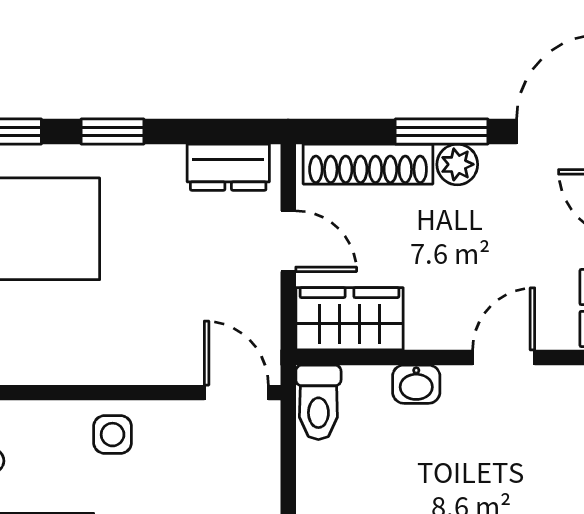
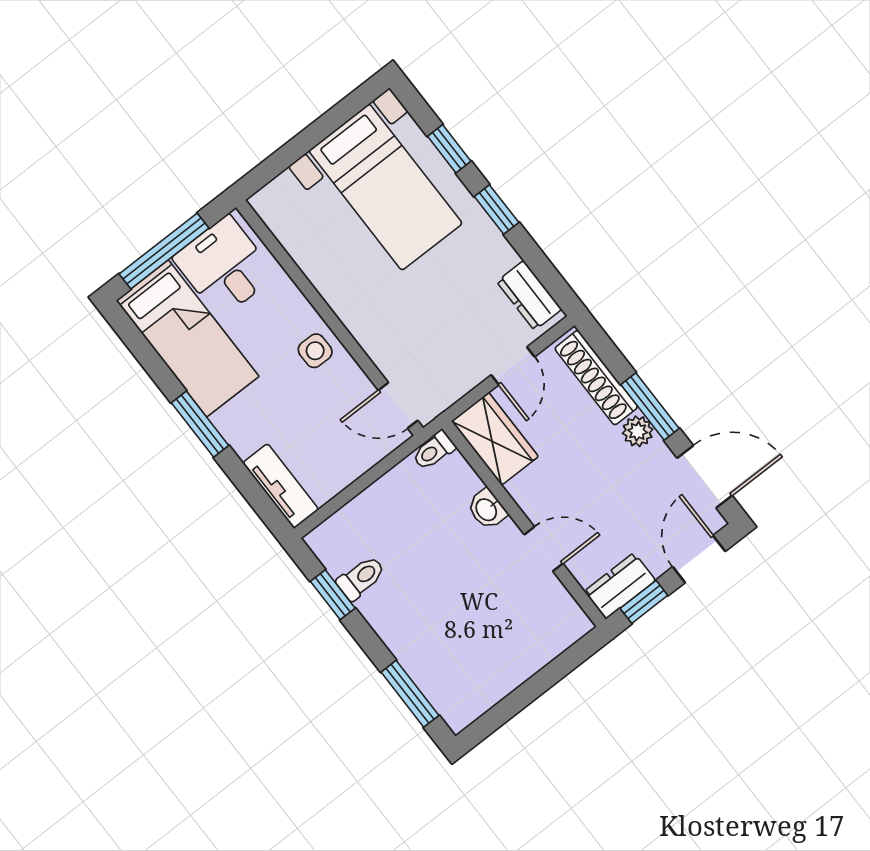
door: (236, 393) -> (398, 405), swing flipped
toilet: (318, 402) -> (434, 451), width x0.73, depth x0.72

